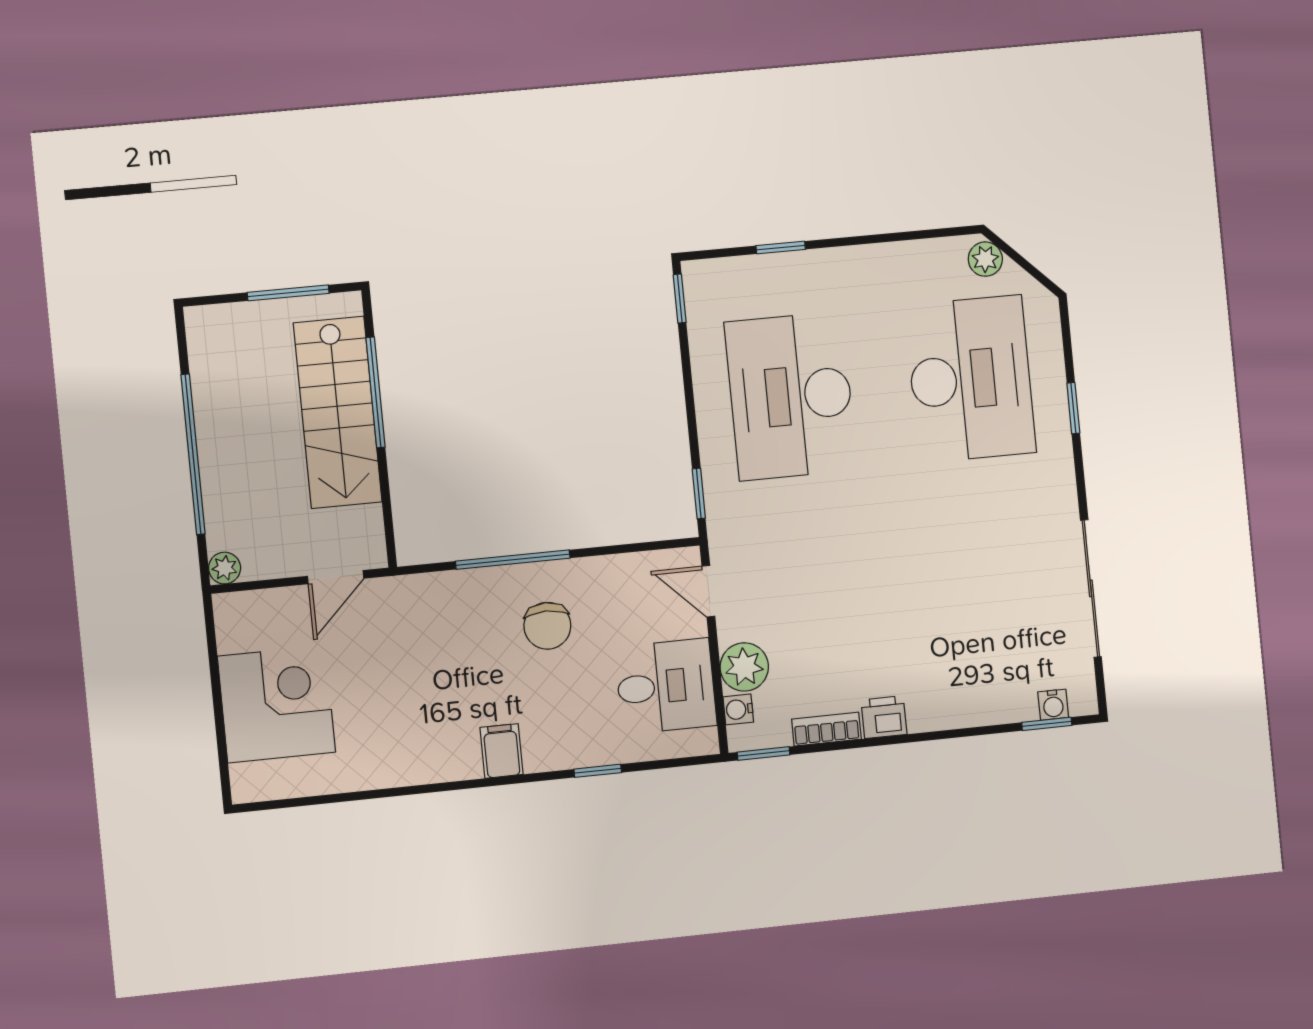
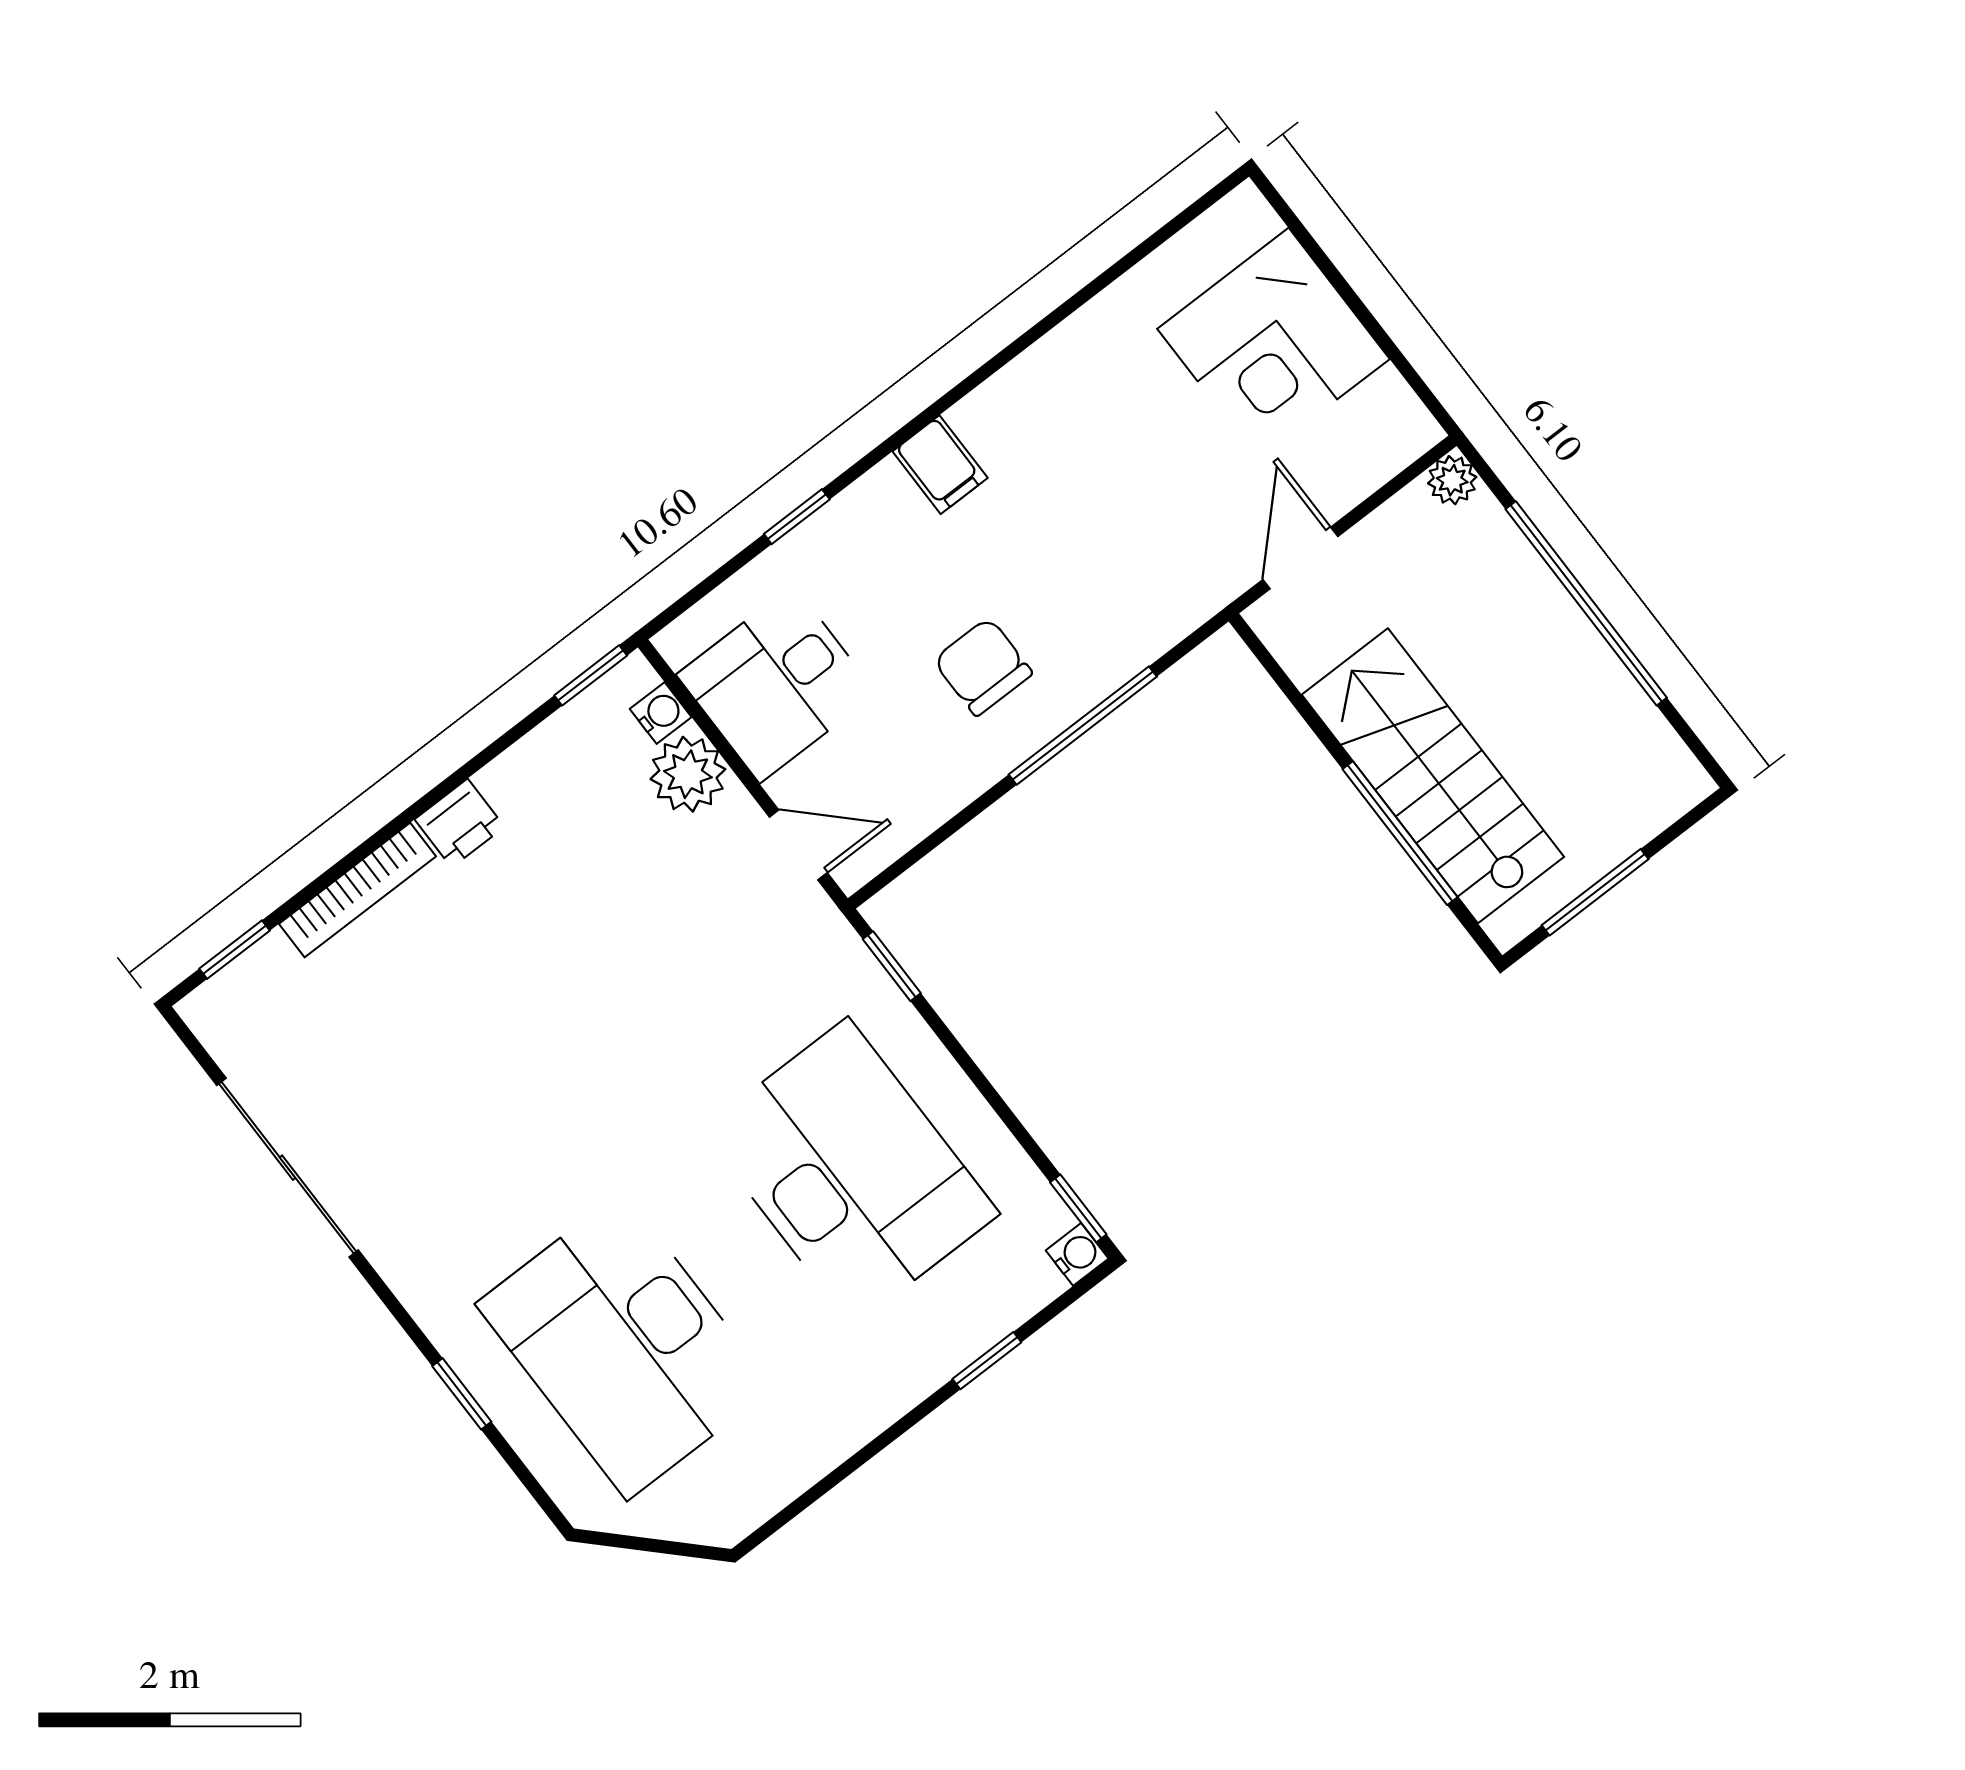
plant: (985, 259) -> (704, 1518), removed
water cooler: (1053, 705) -> (1077, 1254), moved, turned 90
bookcase: (826, 729) -> (357, 890), moved, width x1.56

